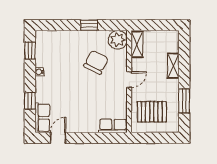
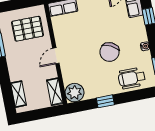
wheelchair: (58, 43) -> (132, 78), added
chair: (96, 62) -> (109, 52), moved
shelving: (173, 66) -> (19, 94), moved

